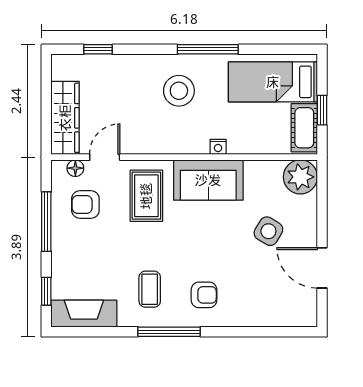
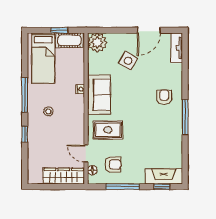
window: (98, 49) -> (25, 134), moved
stool: (179, 91) -> (48, 111), width x0.53, depth x0.53
armchair: (85, 204) -> (113, 164), turned -90
coffee table: (150, 289) -> (161, 128), removed
fireplace: (84, 314) -> (164, 176), moved, turned 90
tv unit: (291, 317) -> (177, 48), added

